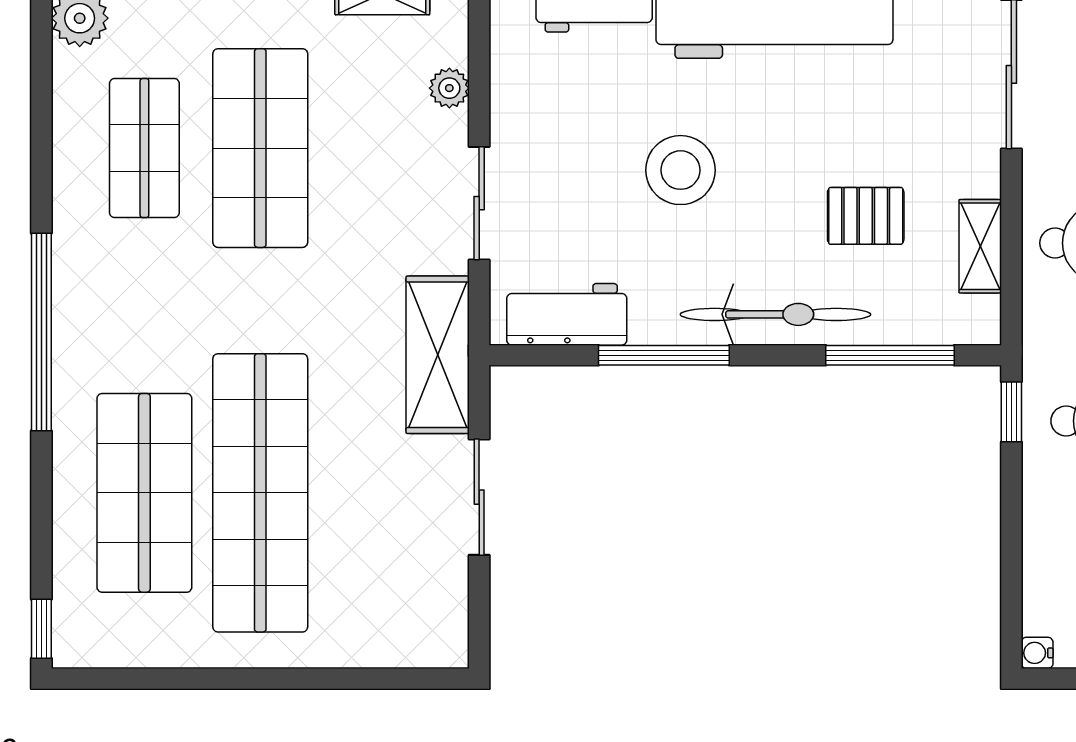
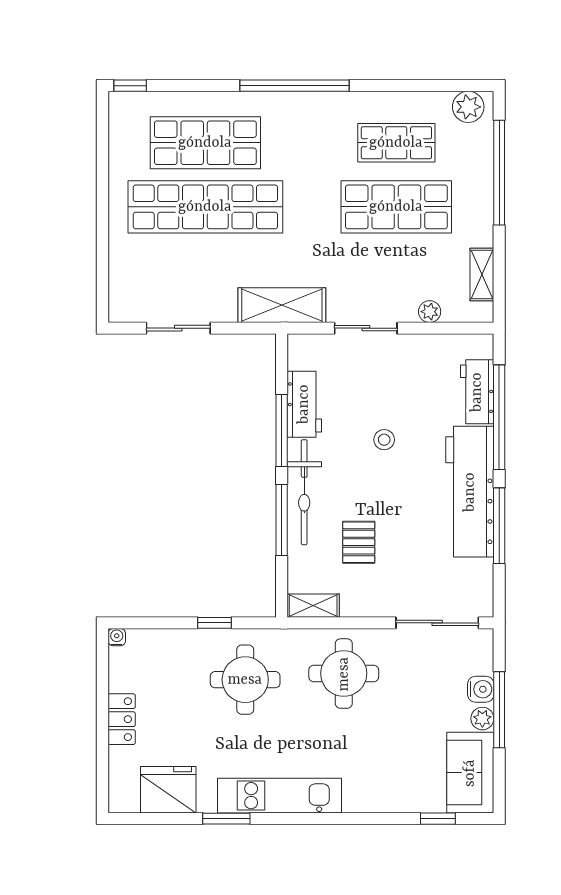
stool: (681, 170) -> (384, 440), width x0.53, depth x0.53
shelving: (980, 246) -> (313, 606), moved
workbench: (567, 314) -> (304, 404), moved
window: (890, 355) -> (282, 520), moved
window: (1011, 412) -> (215, 623), moved
sliding door: (479, 497) -> (178, 328), moved

